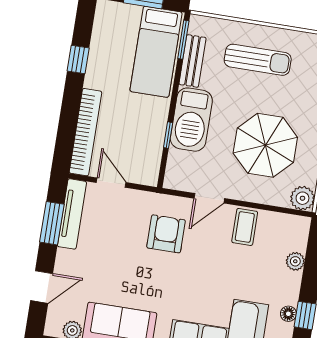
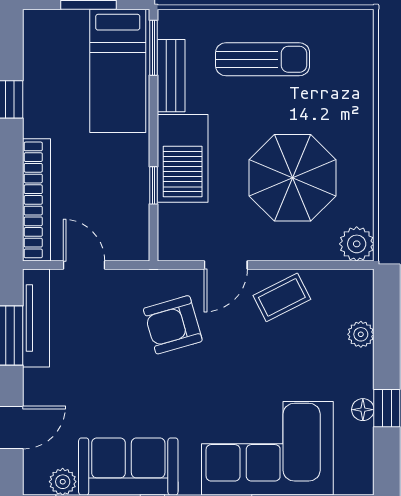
coffee table: (245, 227) -> (282, 297), turned 63
armchair: (166, 234) -> (173, 325), turned -106

